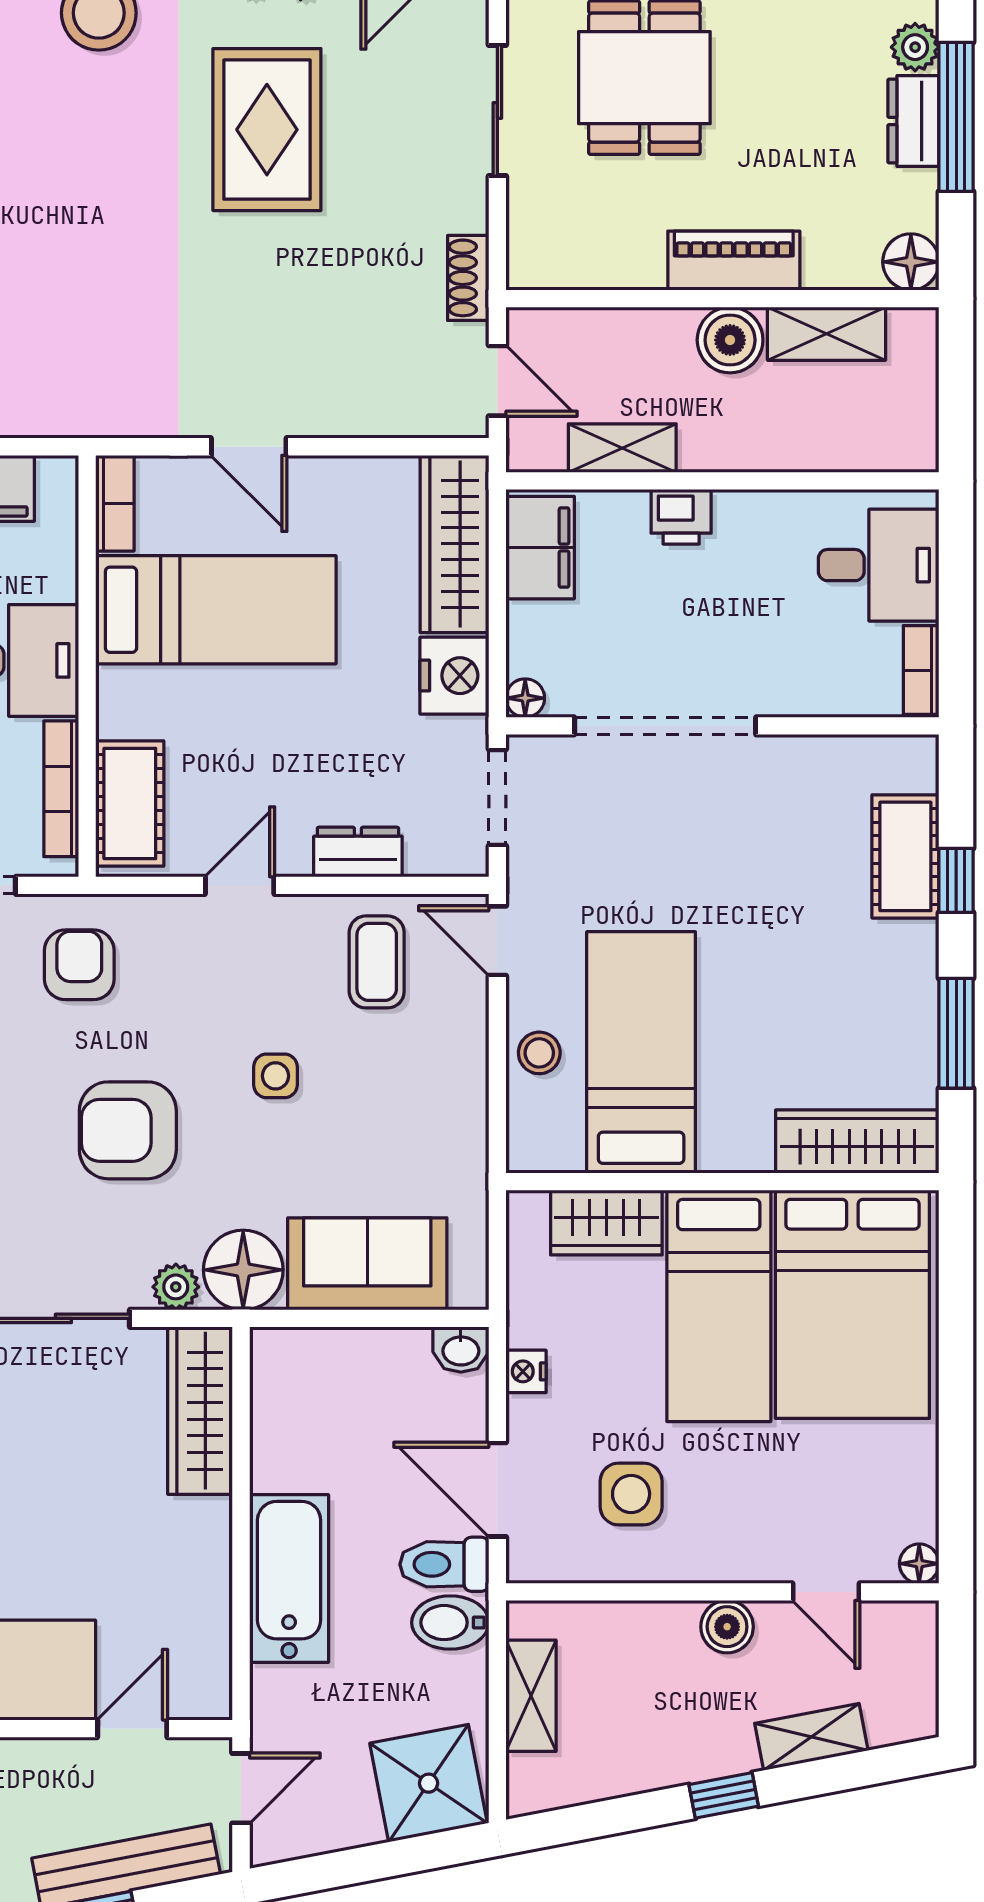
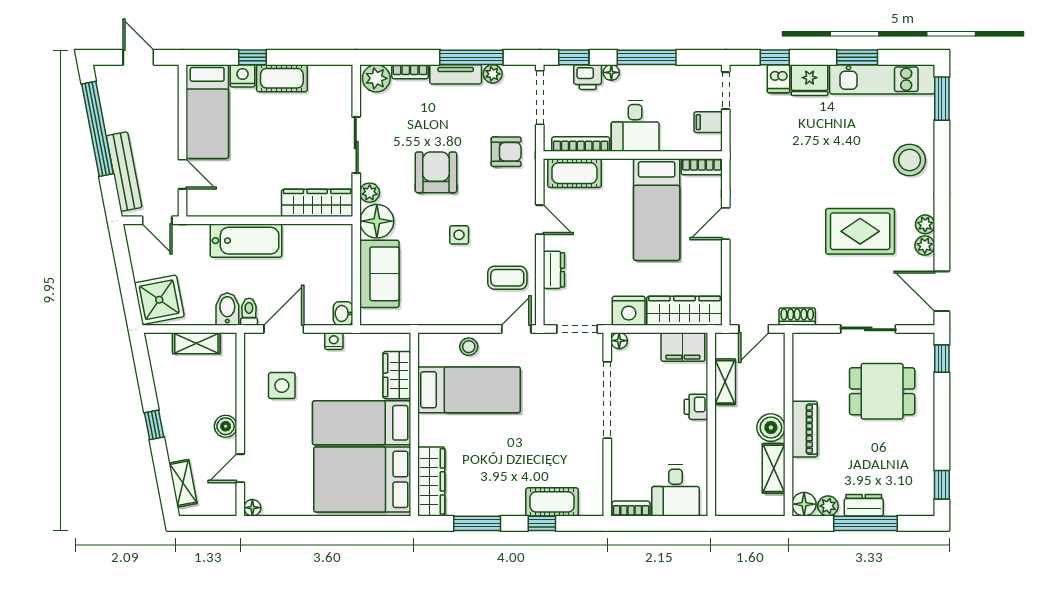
plant: (915, 47) -> (828, 506), moved
toilet: (444, 1564) -> (249, 312), width x0.73, depth x0.72
shelving: (811, 1737) -> (183, 483), moved

